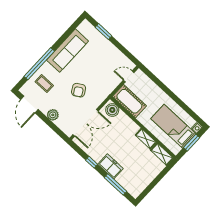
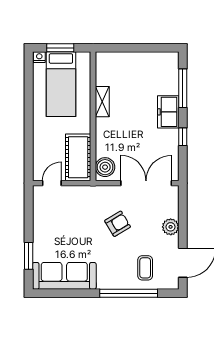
sofa: (68, 51) -> (64, 276), moved
door: (129, 76) -> (52, 183), swing flipped
shelving: (162, 154) -> (103, 68), removed

